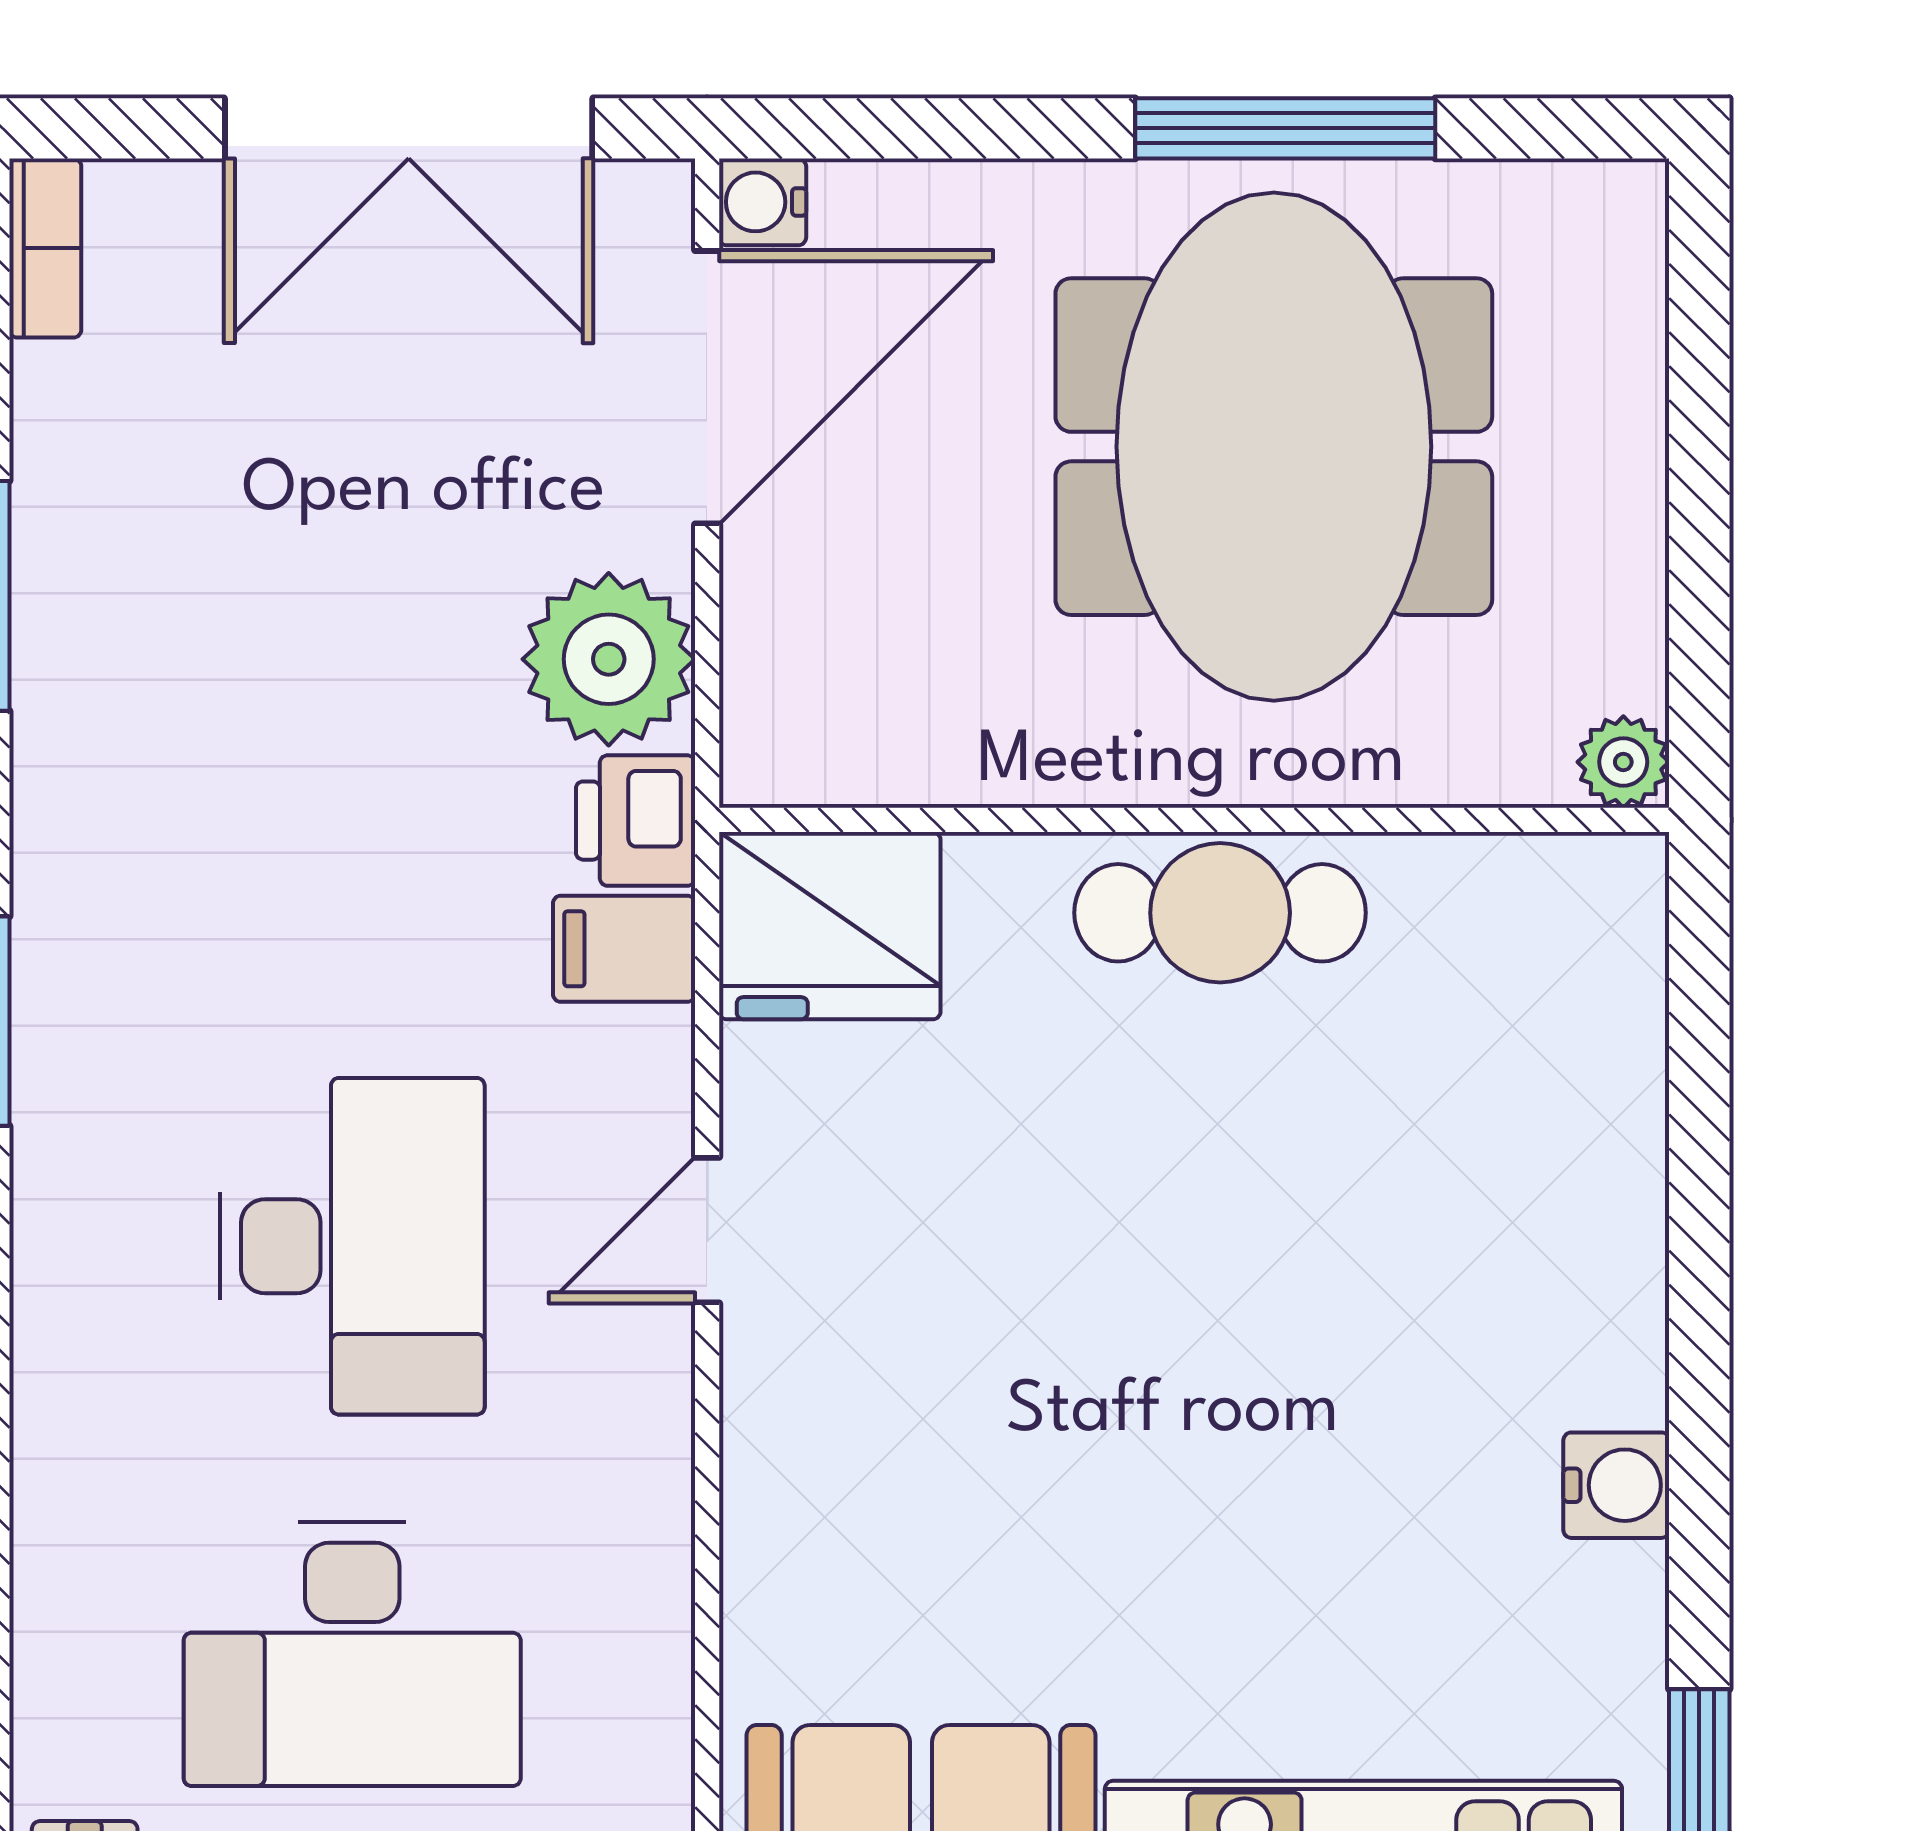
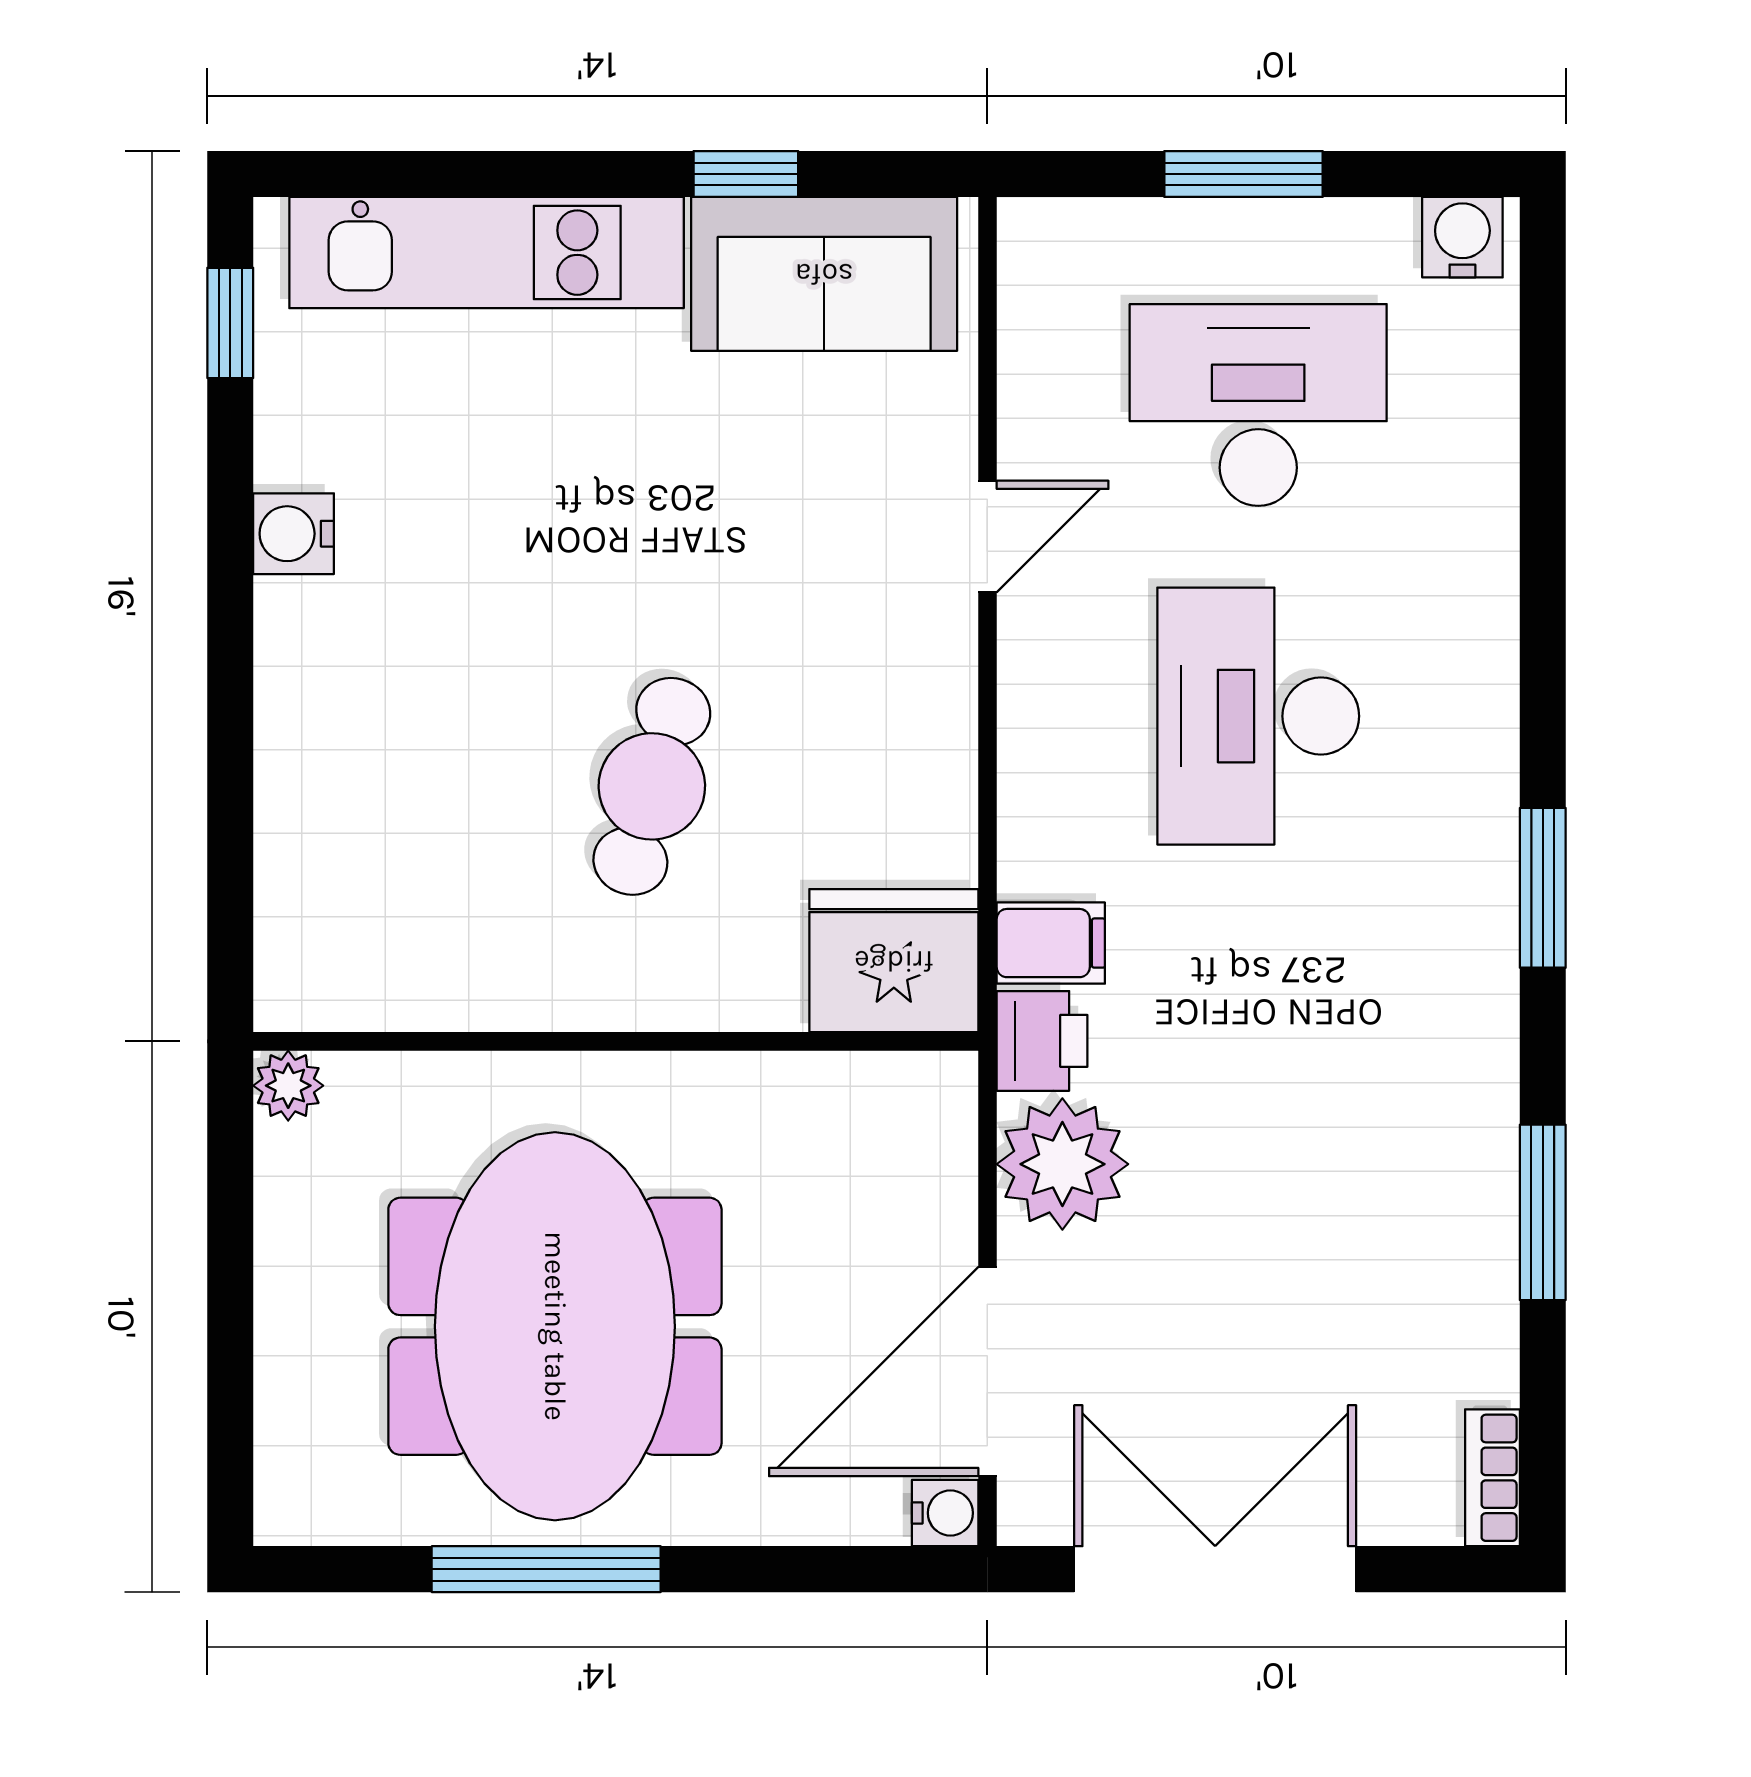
cafe table: (1220, 913) -> (652, 786), moved, turned -74
door: (707, 1230) -> (987, 537), moved

